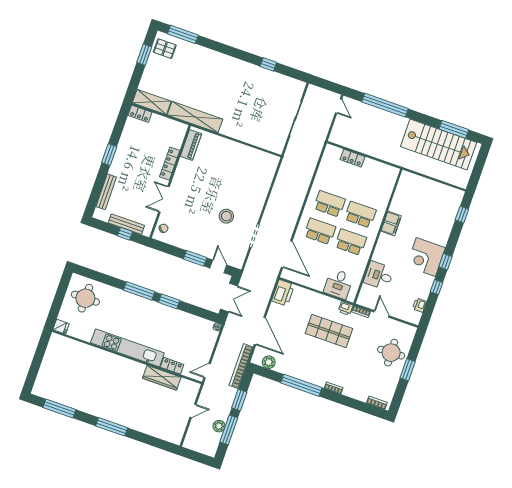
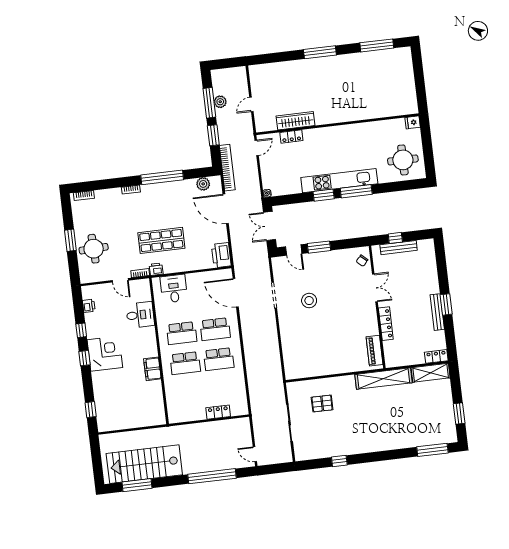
pallet: (165, 49) -> (322, 403), moved
bench: (106, 192) -> (437, 312), moved
kitchen unit: (127, 348) -> (339, 181), moved, turned 180

